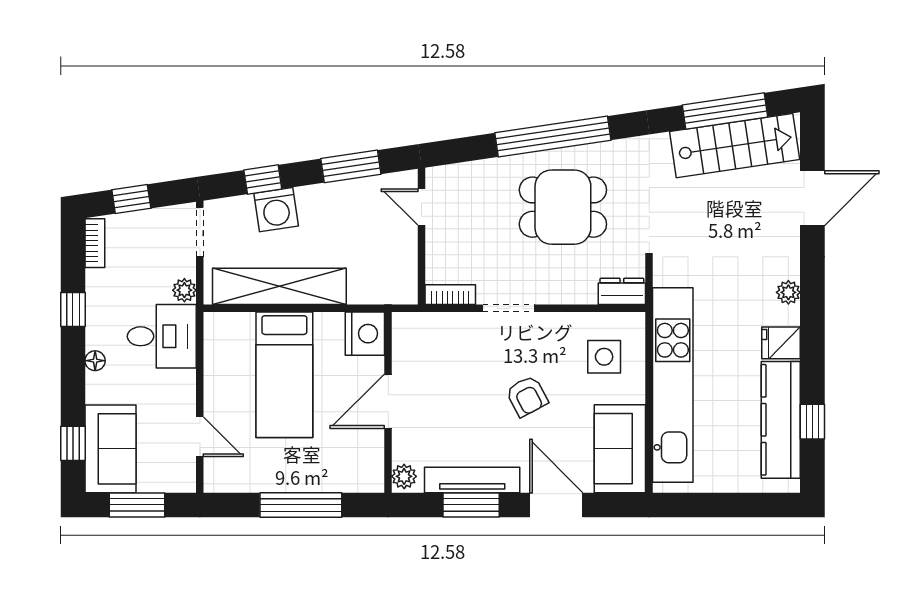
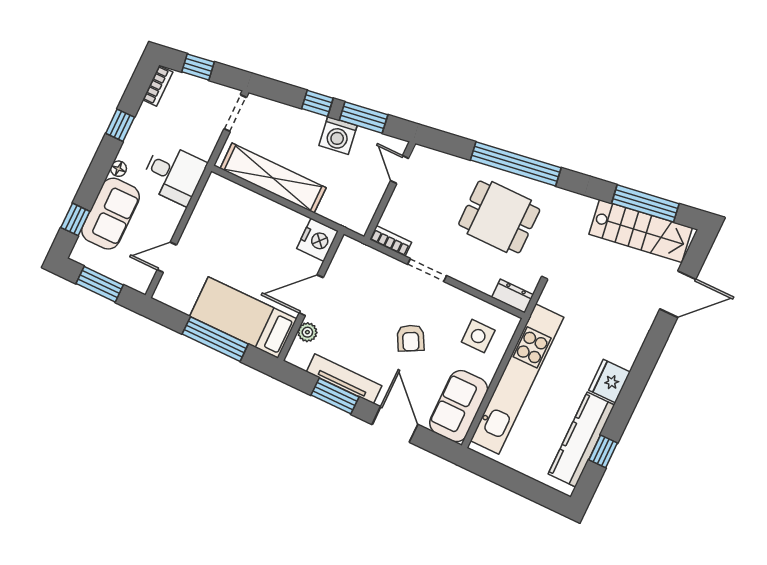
window: (263, 179) -> (317, 103), moved
washing machine: (276, 210) -> (338, 135), moved
plant: (184, 290) -> (205, 149), removed
plant: (788, 292) -> (629, 352), removed
fridge: (781, 343) -> (609, 381), width x1.38
bed: (284, 375) -> (243, 318), moved, turned 90
door: (200, 437) -> (167, 257), swing flipped
sofa: (111, 449) -> (111, 214), moved
plant: (404, 476) -> (307, 332), moved

